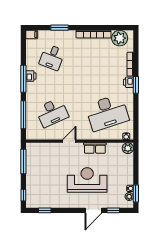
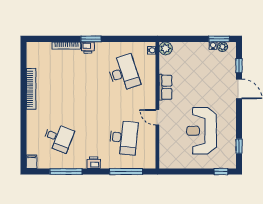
window: (59, 28) -> (23, 129), removed
plant: (120, 38) -> (36, 58), removed
printer: (31, 76) -> (94, 163), moved
window: (23, 79) -> (66, 172), moved
desk: (52, 113) -> (124, 138), turned 30
desk: (107, 113) -> (124, 73), width x0.73, depth x0.77
window: (23, 162) -> (181, 172), removed
reception desk: (87, 180) -> (202, 131), moved

